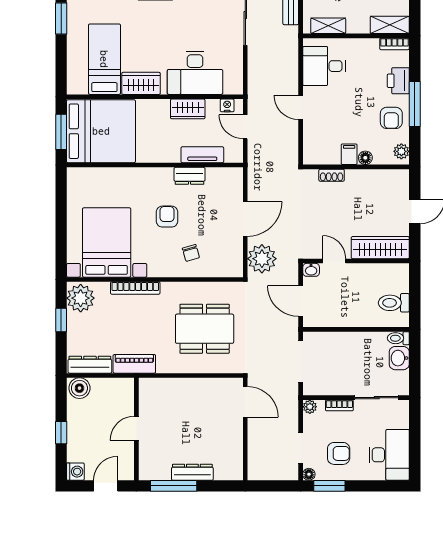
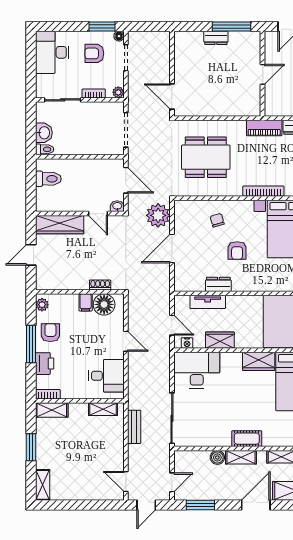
desk: (195, 73) -> (197, 370), moved
floor lamp: (365, 158) -> (104, 304), moved, width x1.89, depth x1.89
dresser: (192, 472) -> (216, 38), width x0.70

